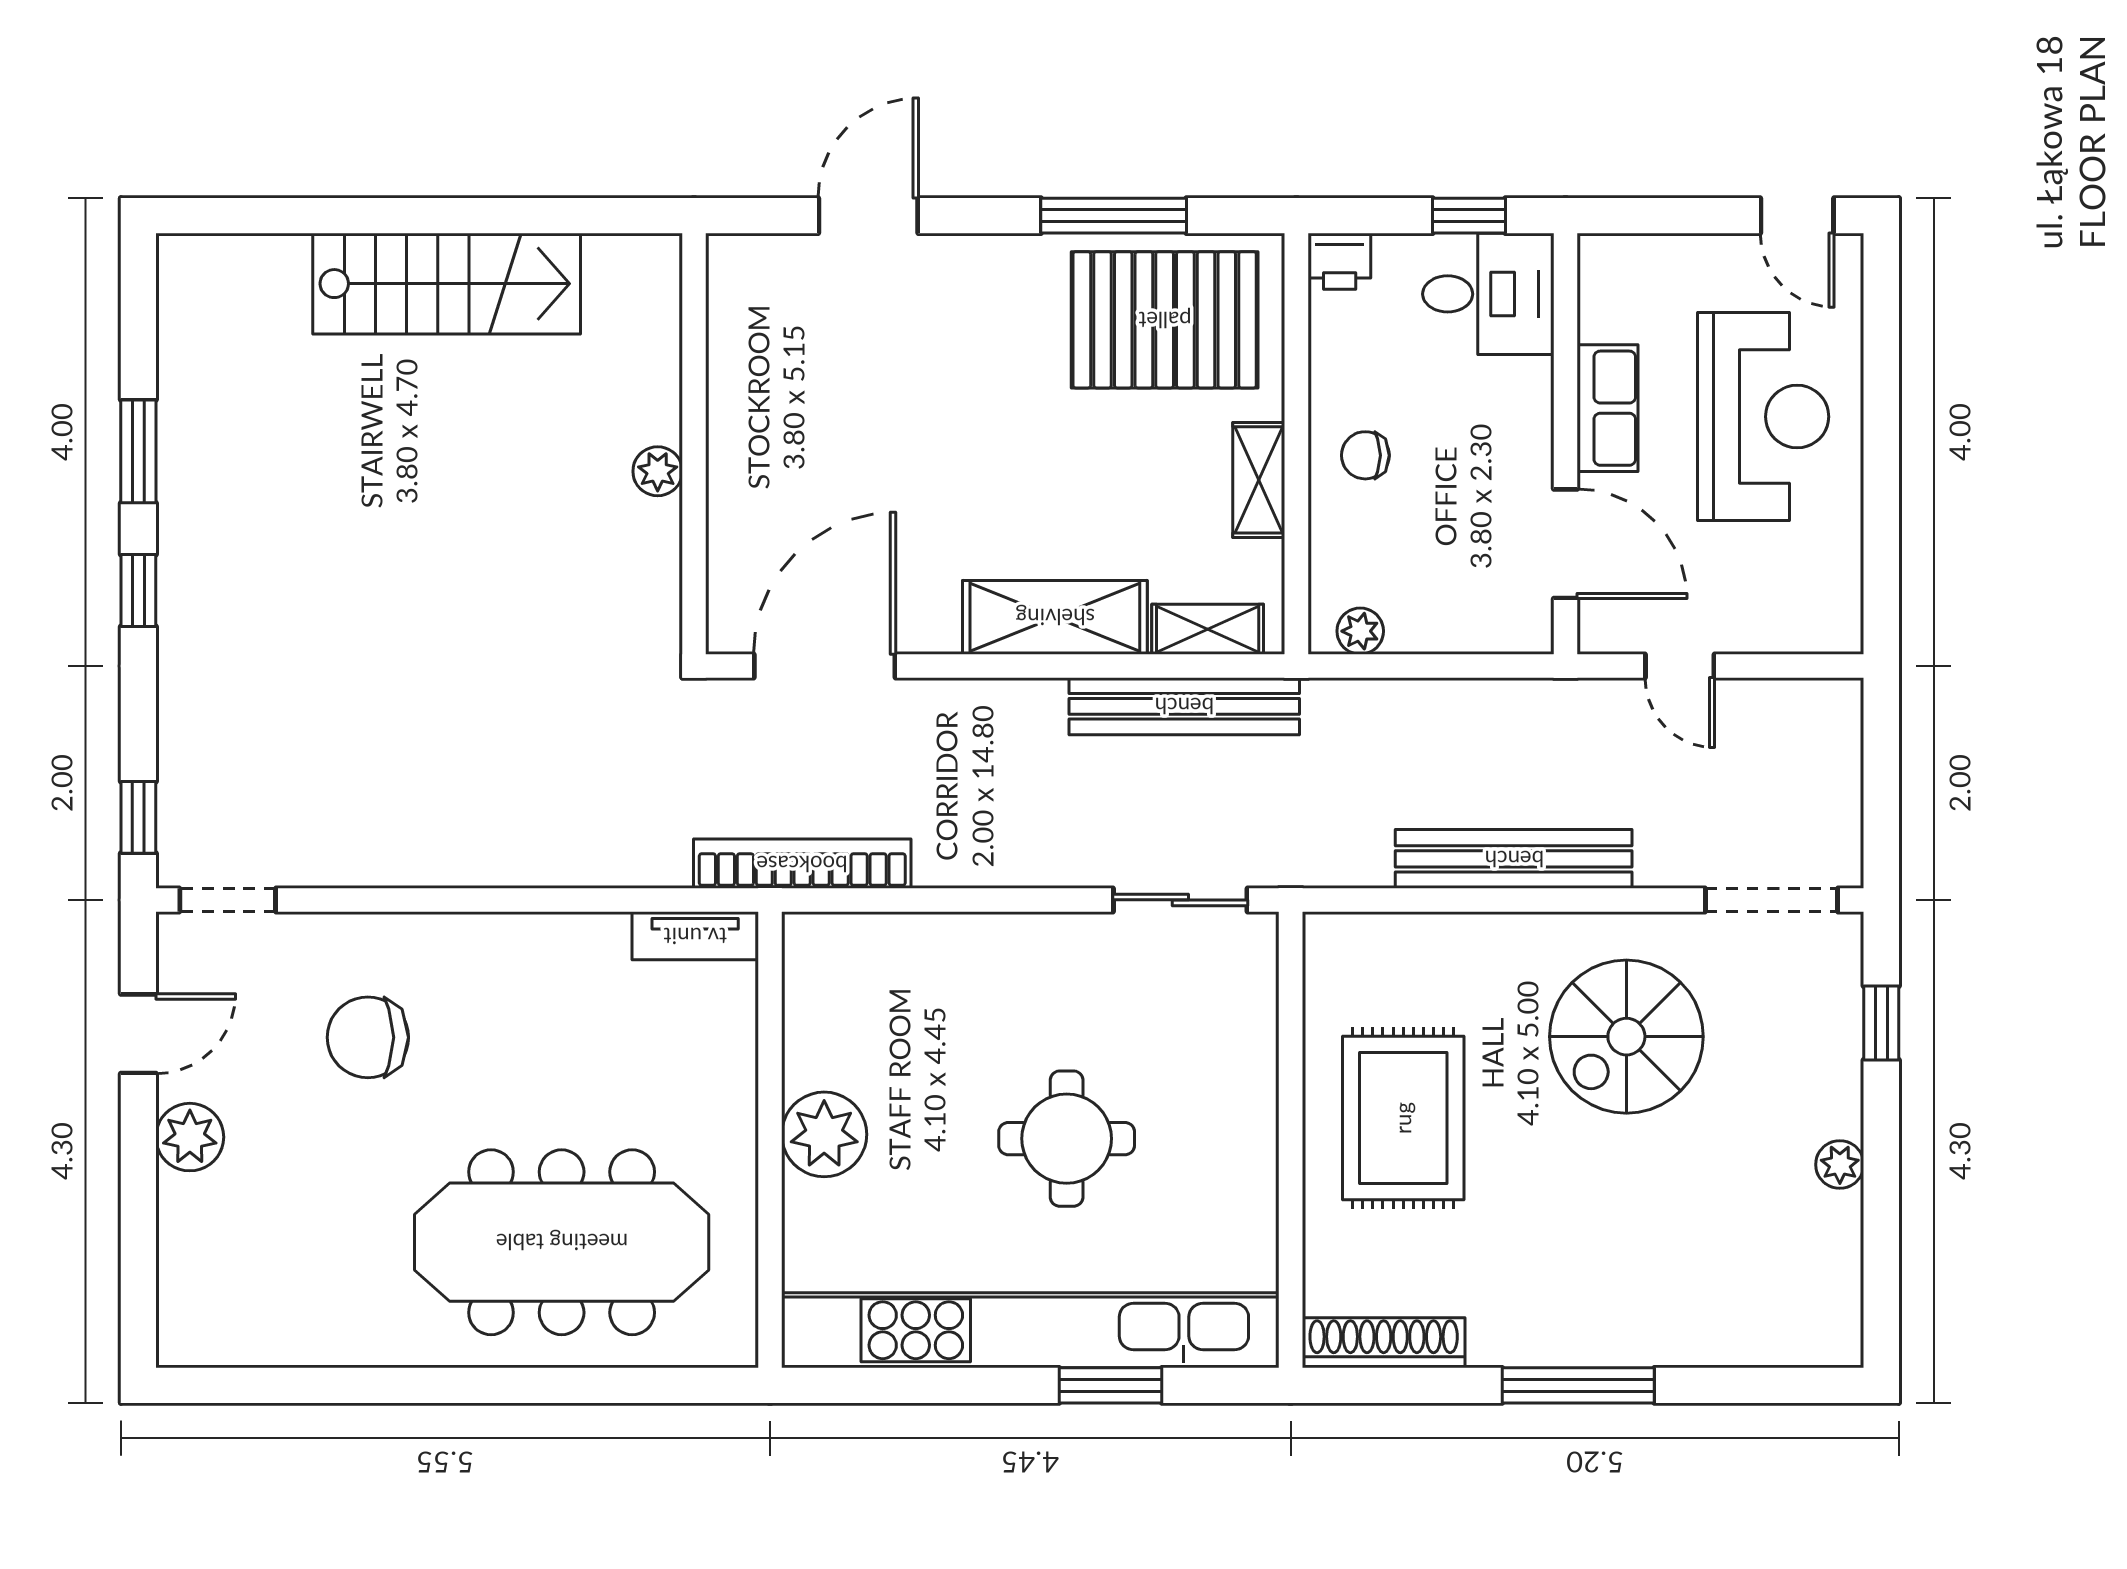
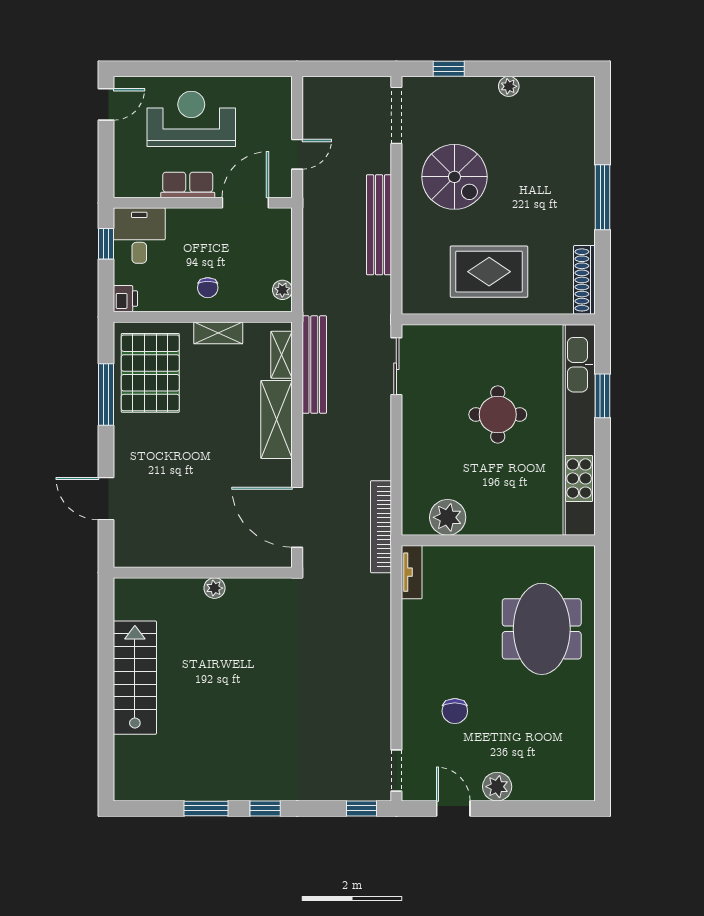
chair: (368, 1037) -> (455, 711), width x0.73, depth x0.73
plant: (824, 1134) -> (448, 517), moved
meeting table: (562, 1242) -> (542, 629), width x0.73

